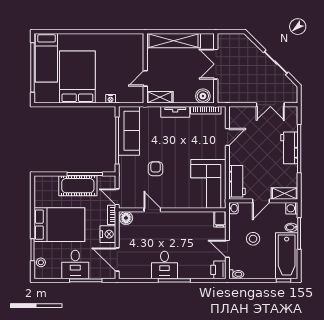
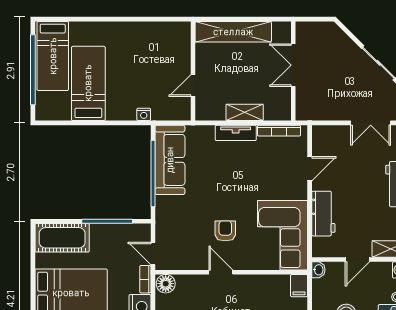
bed: (77, 77) -> (88, 83), width x0.67
boiler: (203, 96) -> (275, 111), removed
shelving: (160, 97) -> (245, 112), moved
armchair: (156, 169) -> (225, 231), moved
workbench: (237, 181) -> (323, 214), moved
cot: (78, 186) -> (62, 238), moved
door: (152, 210) -> (221, 272), moved

